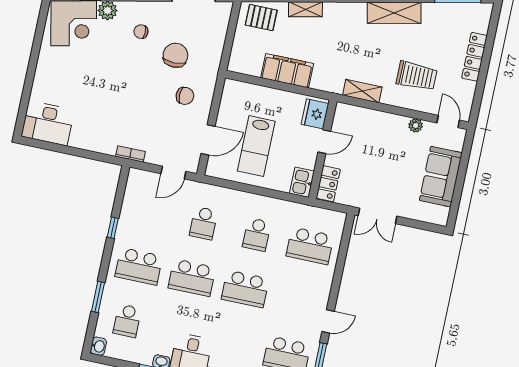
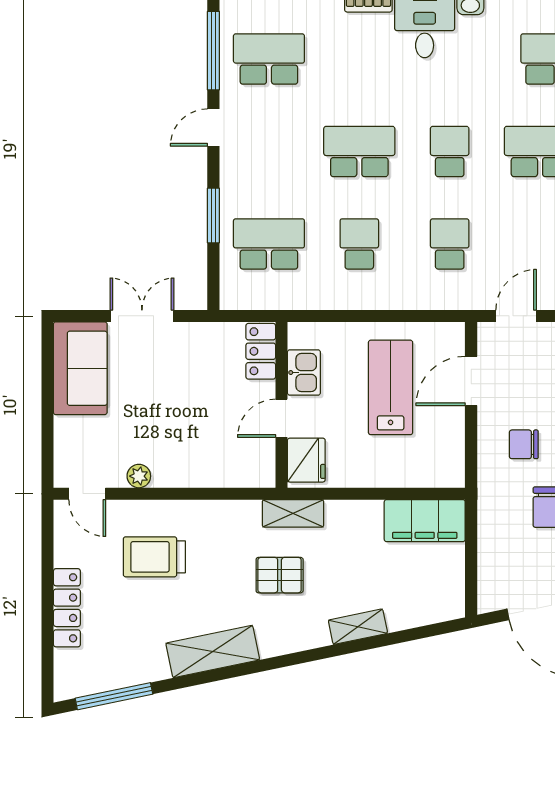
pallet: (261, 18) -> (280, 575), moved
filing cabinet: (287, 71) -> (425, 521), moved
shelving: (362, 91) -> (293, 513), moved
sofa: (441, 177) -> (80, 368), moved
kitchen sink: (302, 182) -> (304, 373), moved
double door: (377, 216) -> (142, 316), moved
window: (339, 270) -> (213, 215), added
school desk: (192, 278) -> (450, 151), width x0.54

